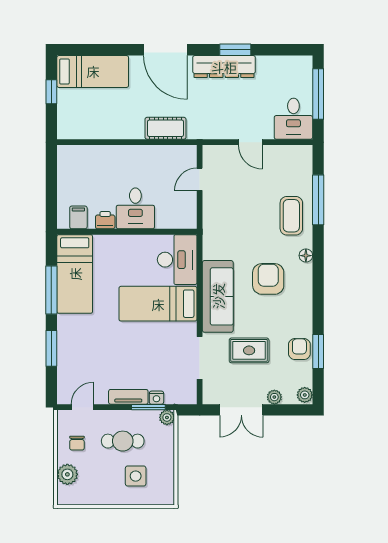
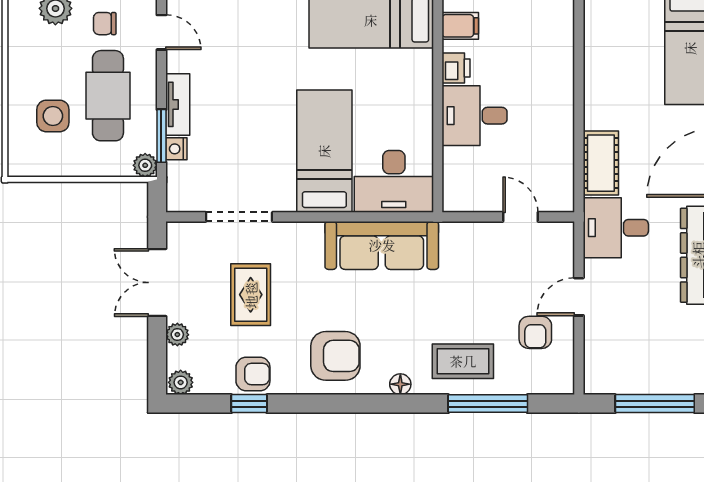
desk: (293, 119) -> (616, 228), moved
armchair: (273, 170) -> (535, 332), added
armchair: (268, 279) -> (335, 356), moved
sofa: (218, 296) -> (382, 245), moved
window: (318, 351) -> (249, 404), width x0.67
cafe table: (123, 441) -> (108, 96), width x1.37, depth x1.35

